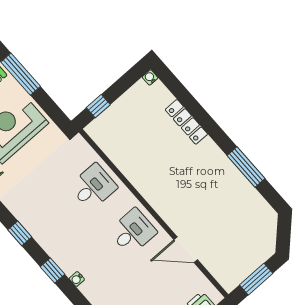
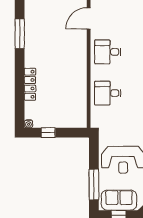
window: (98, 106) -> (48, 133), moved
door: (186, 250) -> (89, 18), swing flipped

